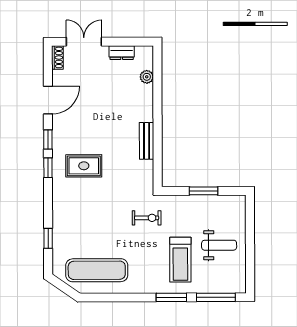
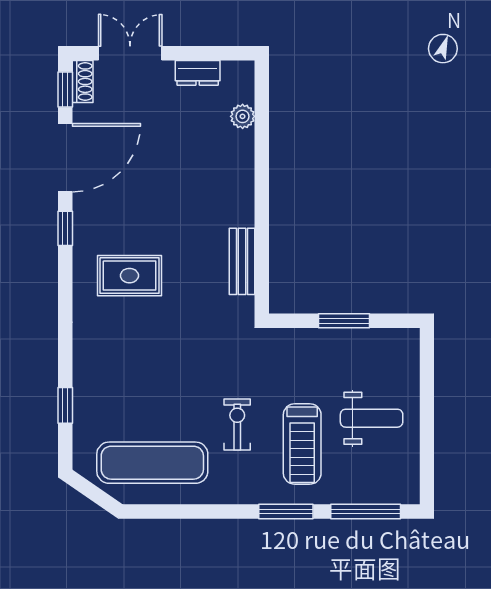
door: (48, 100) -> (65, 158), width x1.36
bench: (147, 141) -> (242, 261), moved
window: (48, 168) -> (65, 89), moved
exercise bike: (147, 218) -> (237, 424), moved, turned -90

